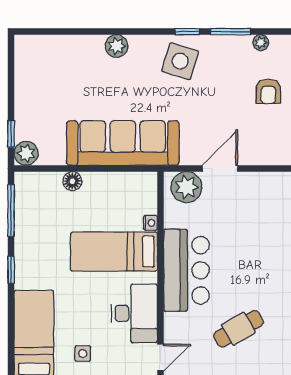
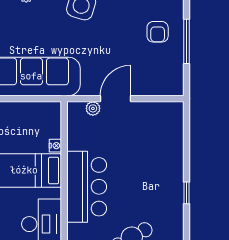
plant: (186, 187) -> (93, 108), width x0.53, depth x0.53

